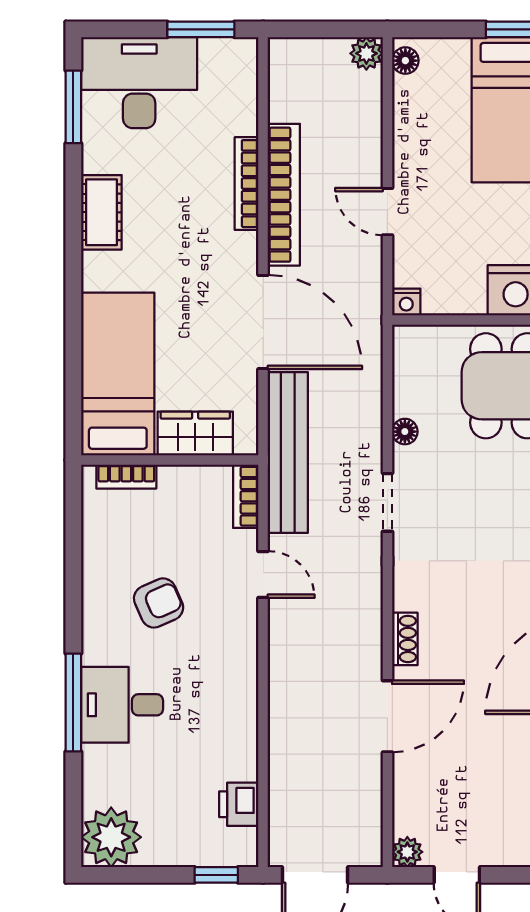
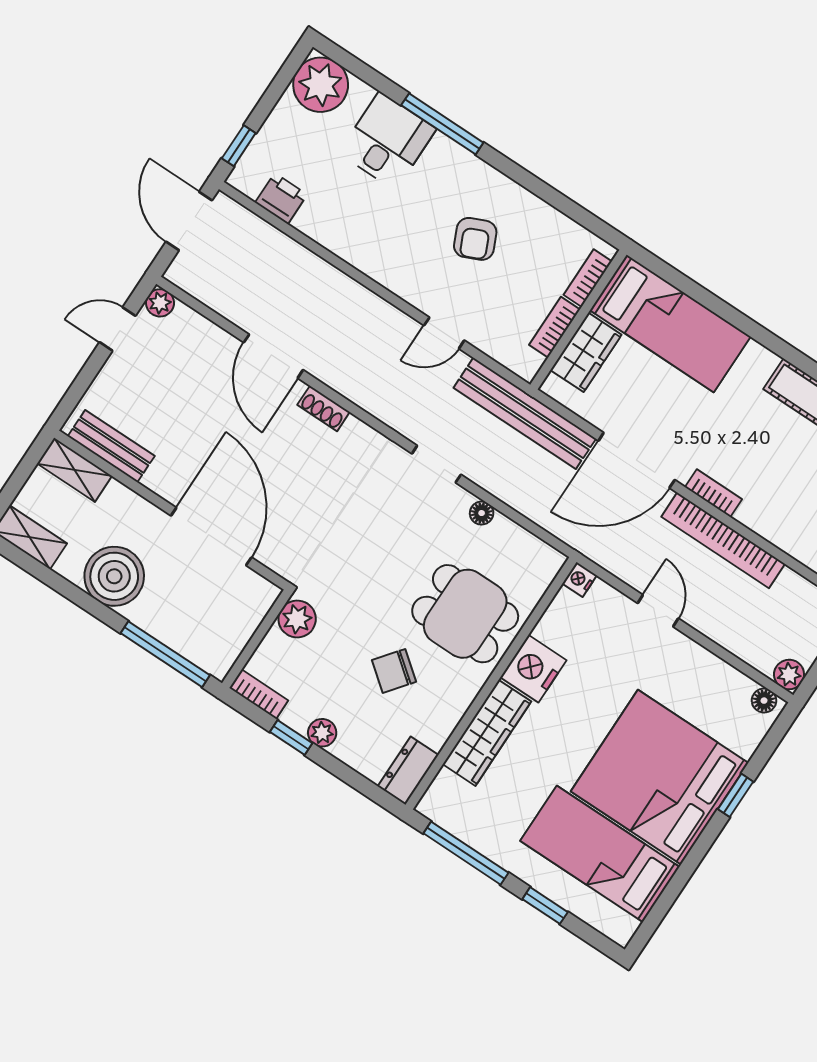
bookcase: (247, 184) -> (714, 493), moved, width x0.64
door: (387, 212) -> (658, 611), hinge flipped
bookcase: (246, 496) -> (555, 327), moved, turned -90
desk: (122, 705) -> (387, 141), moved

